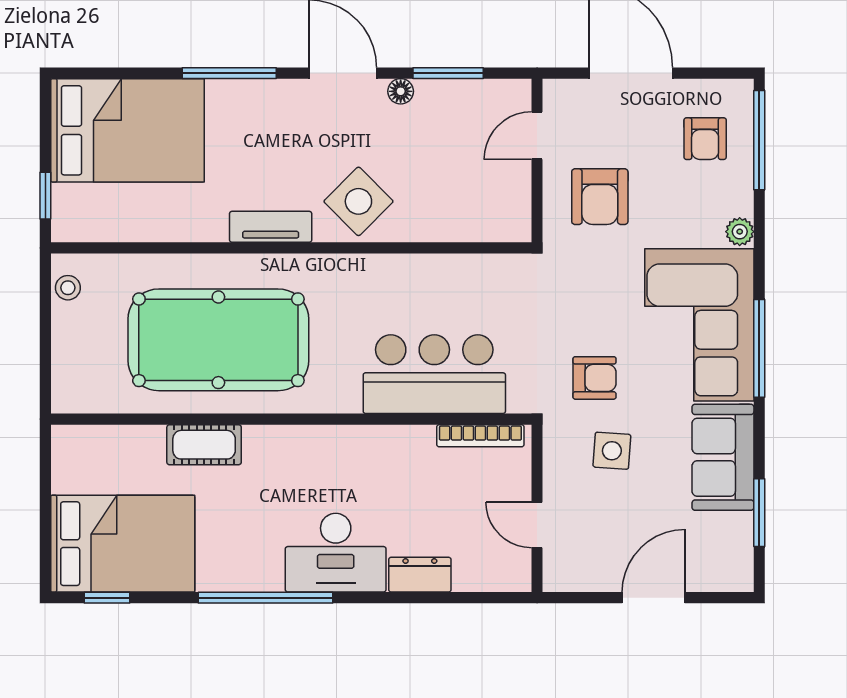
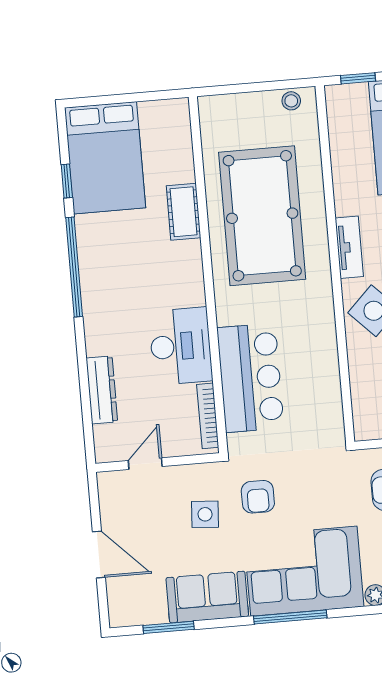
desk: (336, 553) -> (181, 346), moved, turned 180
dresser: (420, 575) -> (102, 390), width x1.44
window: (107, 598) -> (67, 181), moved

